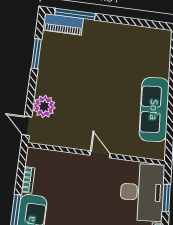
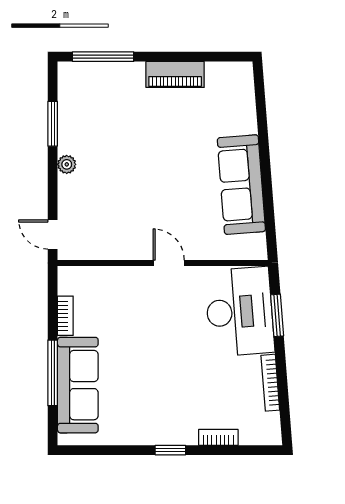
piano: (63, 24) -> (175, 74), moved
plant: (44, 106) -> (67, 164), moved, width x0.53, depth x0.53

